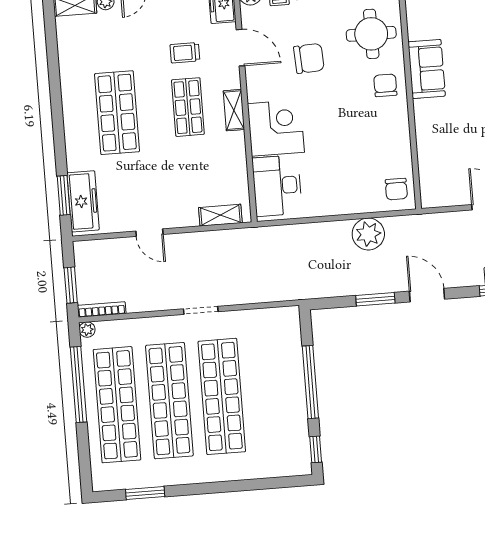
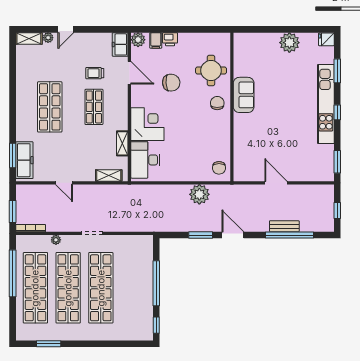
shelving: (234, 110) -> (122, 143), moved
plant: (87, 330) -> (56, 240), moved

